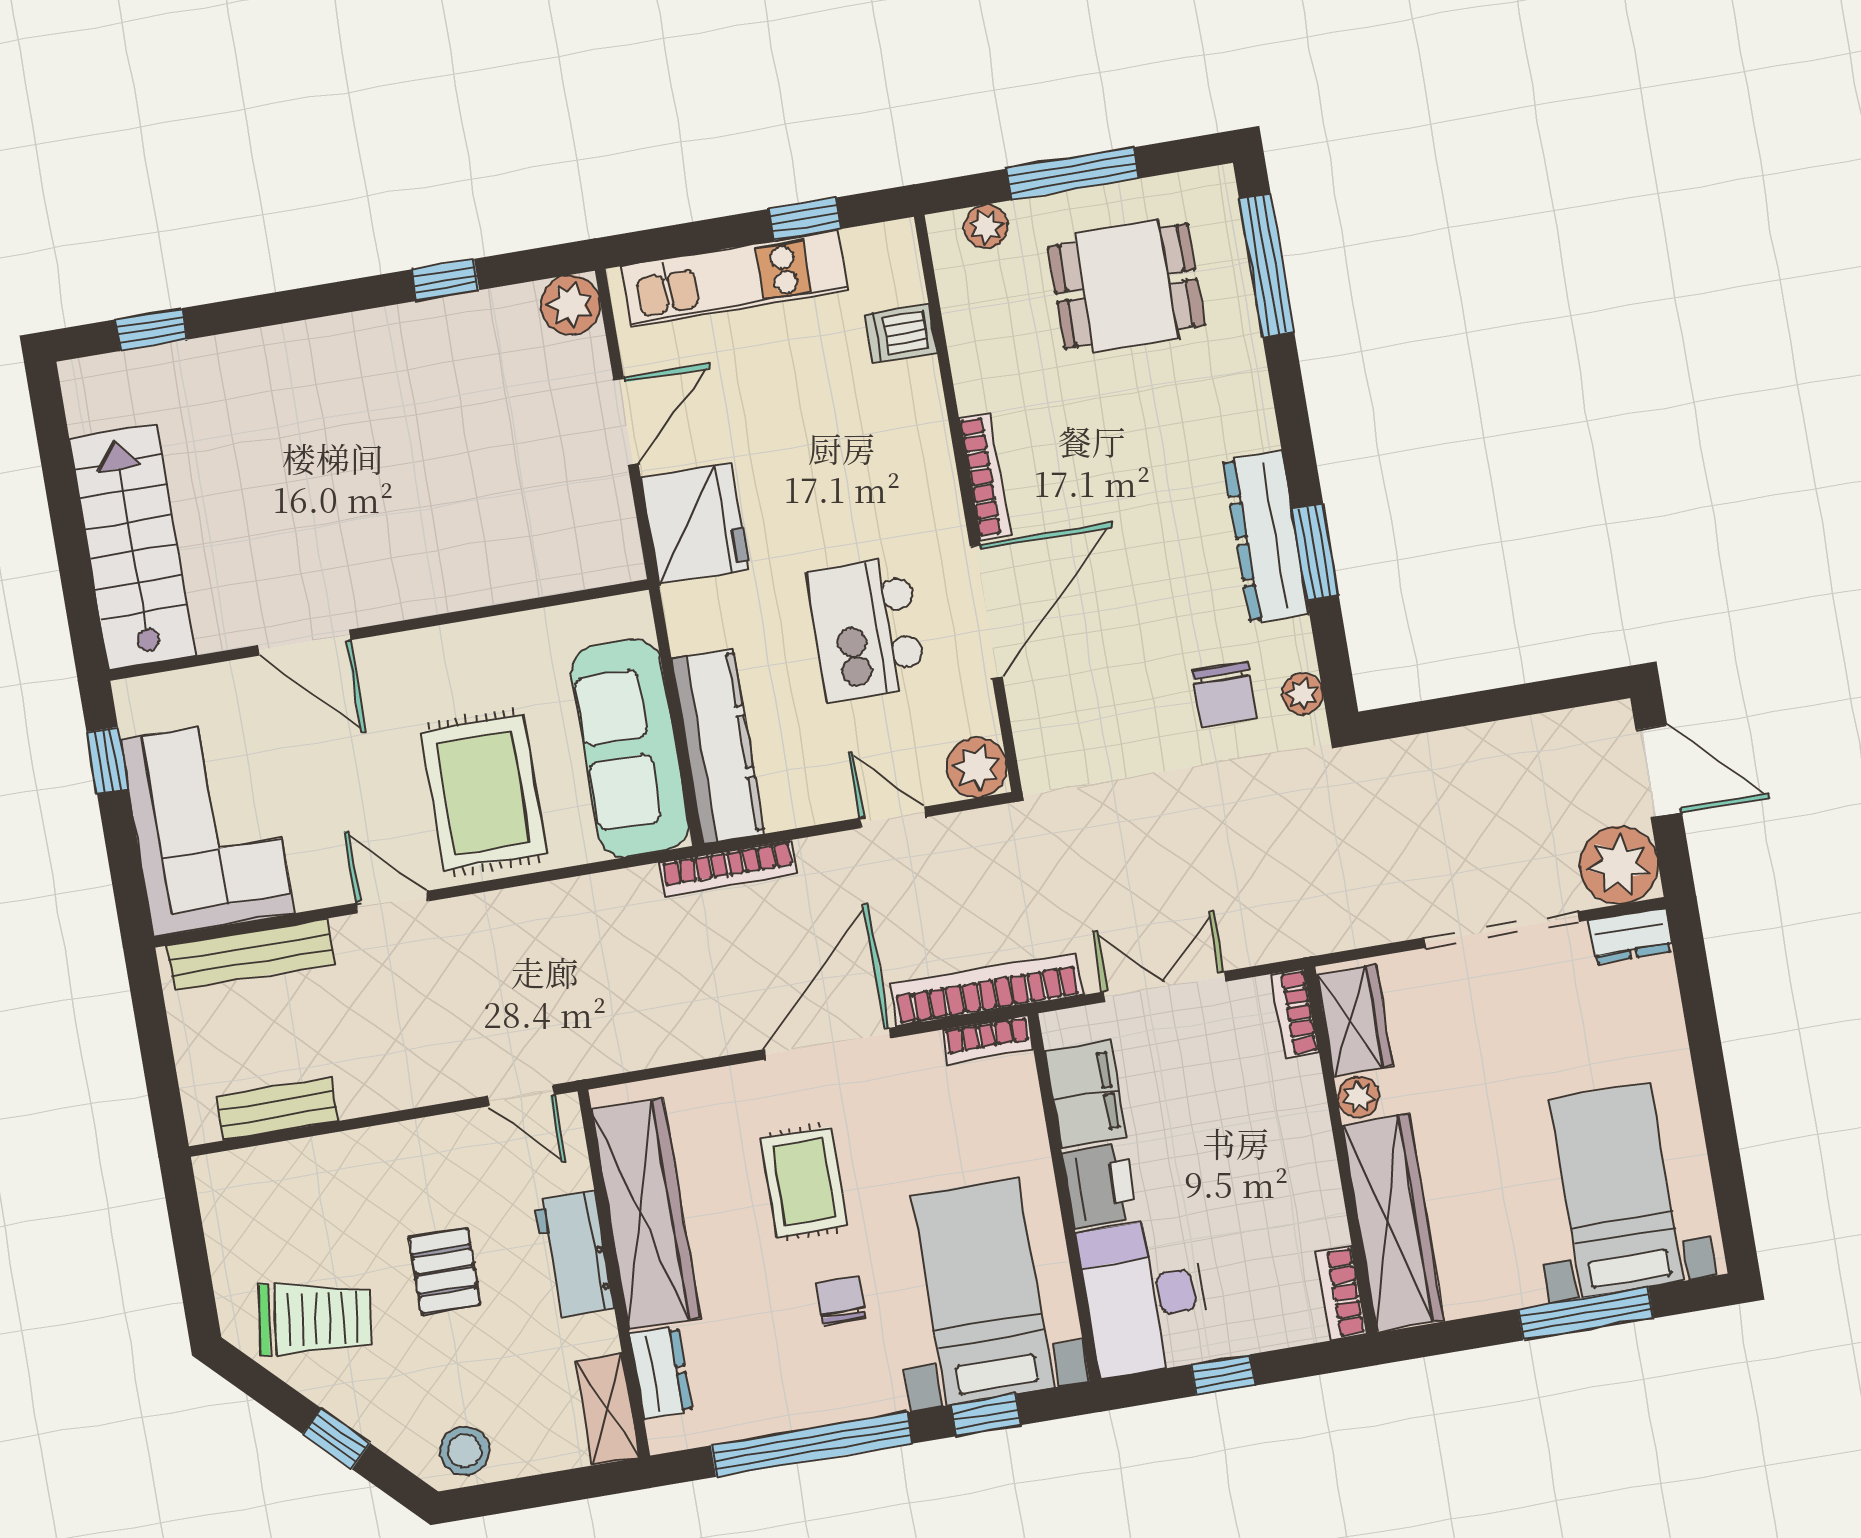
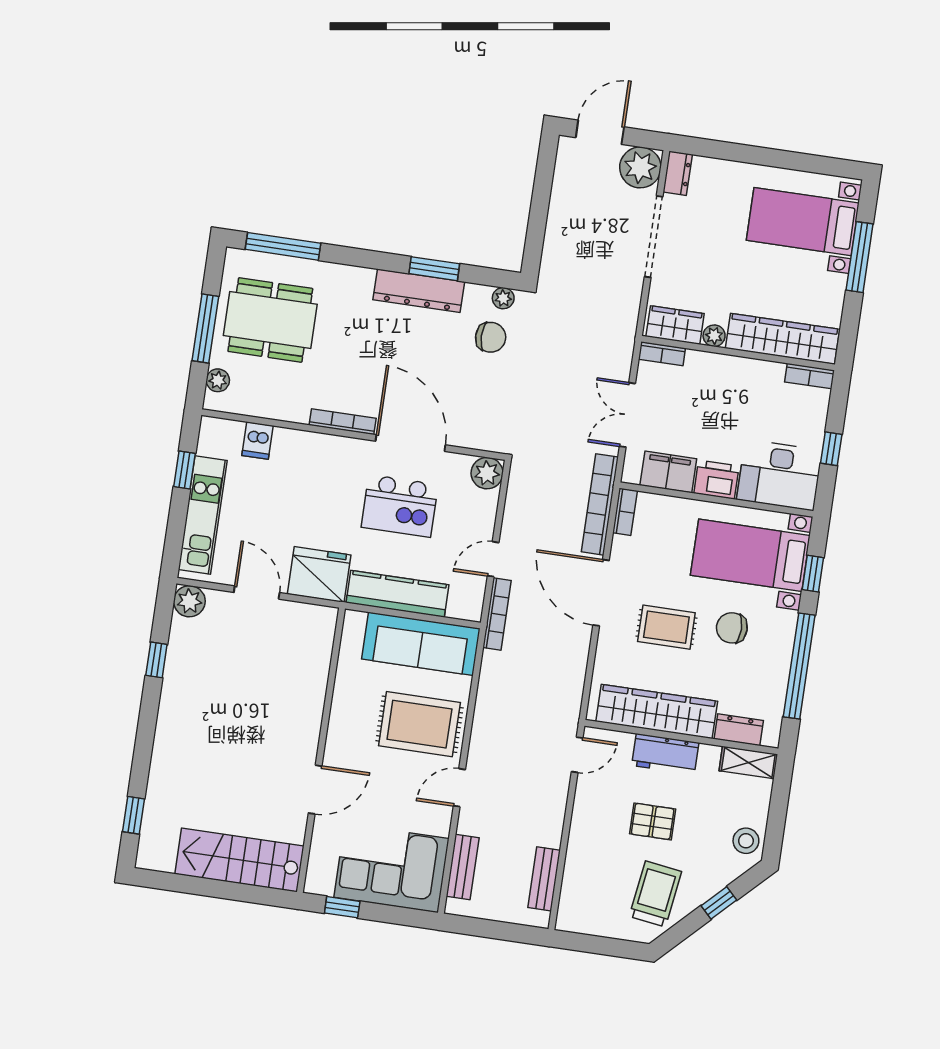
dining table: (1126, 286) -> (270, 320), width x1.38
kitchen counter: (718, 746) -> (397, 594), moved
door: (893, 817) -> (493, 559), moved
bench: (251, 955) -> (463, 867), width x0.73
chair: (841, 1301) -> (732, 628), width x1.37, depth x1.37

